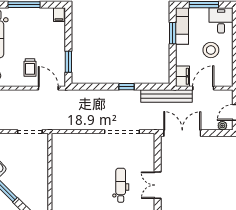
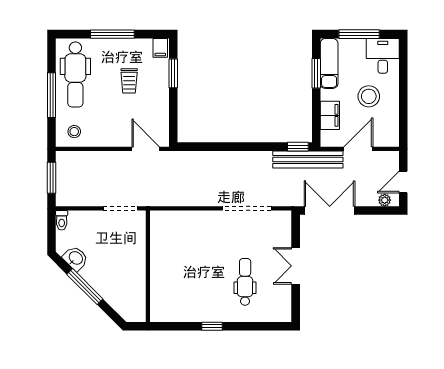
window: (68, 62) -> (173, 73), moved
trolley: (30, 68) -> (129, 81), moved
filing cabinet: (183, 76) -> (330, 115), moved
window: (126, 87) -> (298, 147), moved
double door: (158, 185) -> (296, 266), moved

